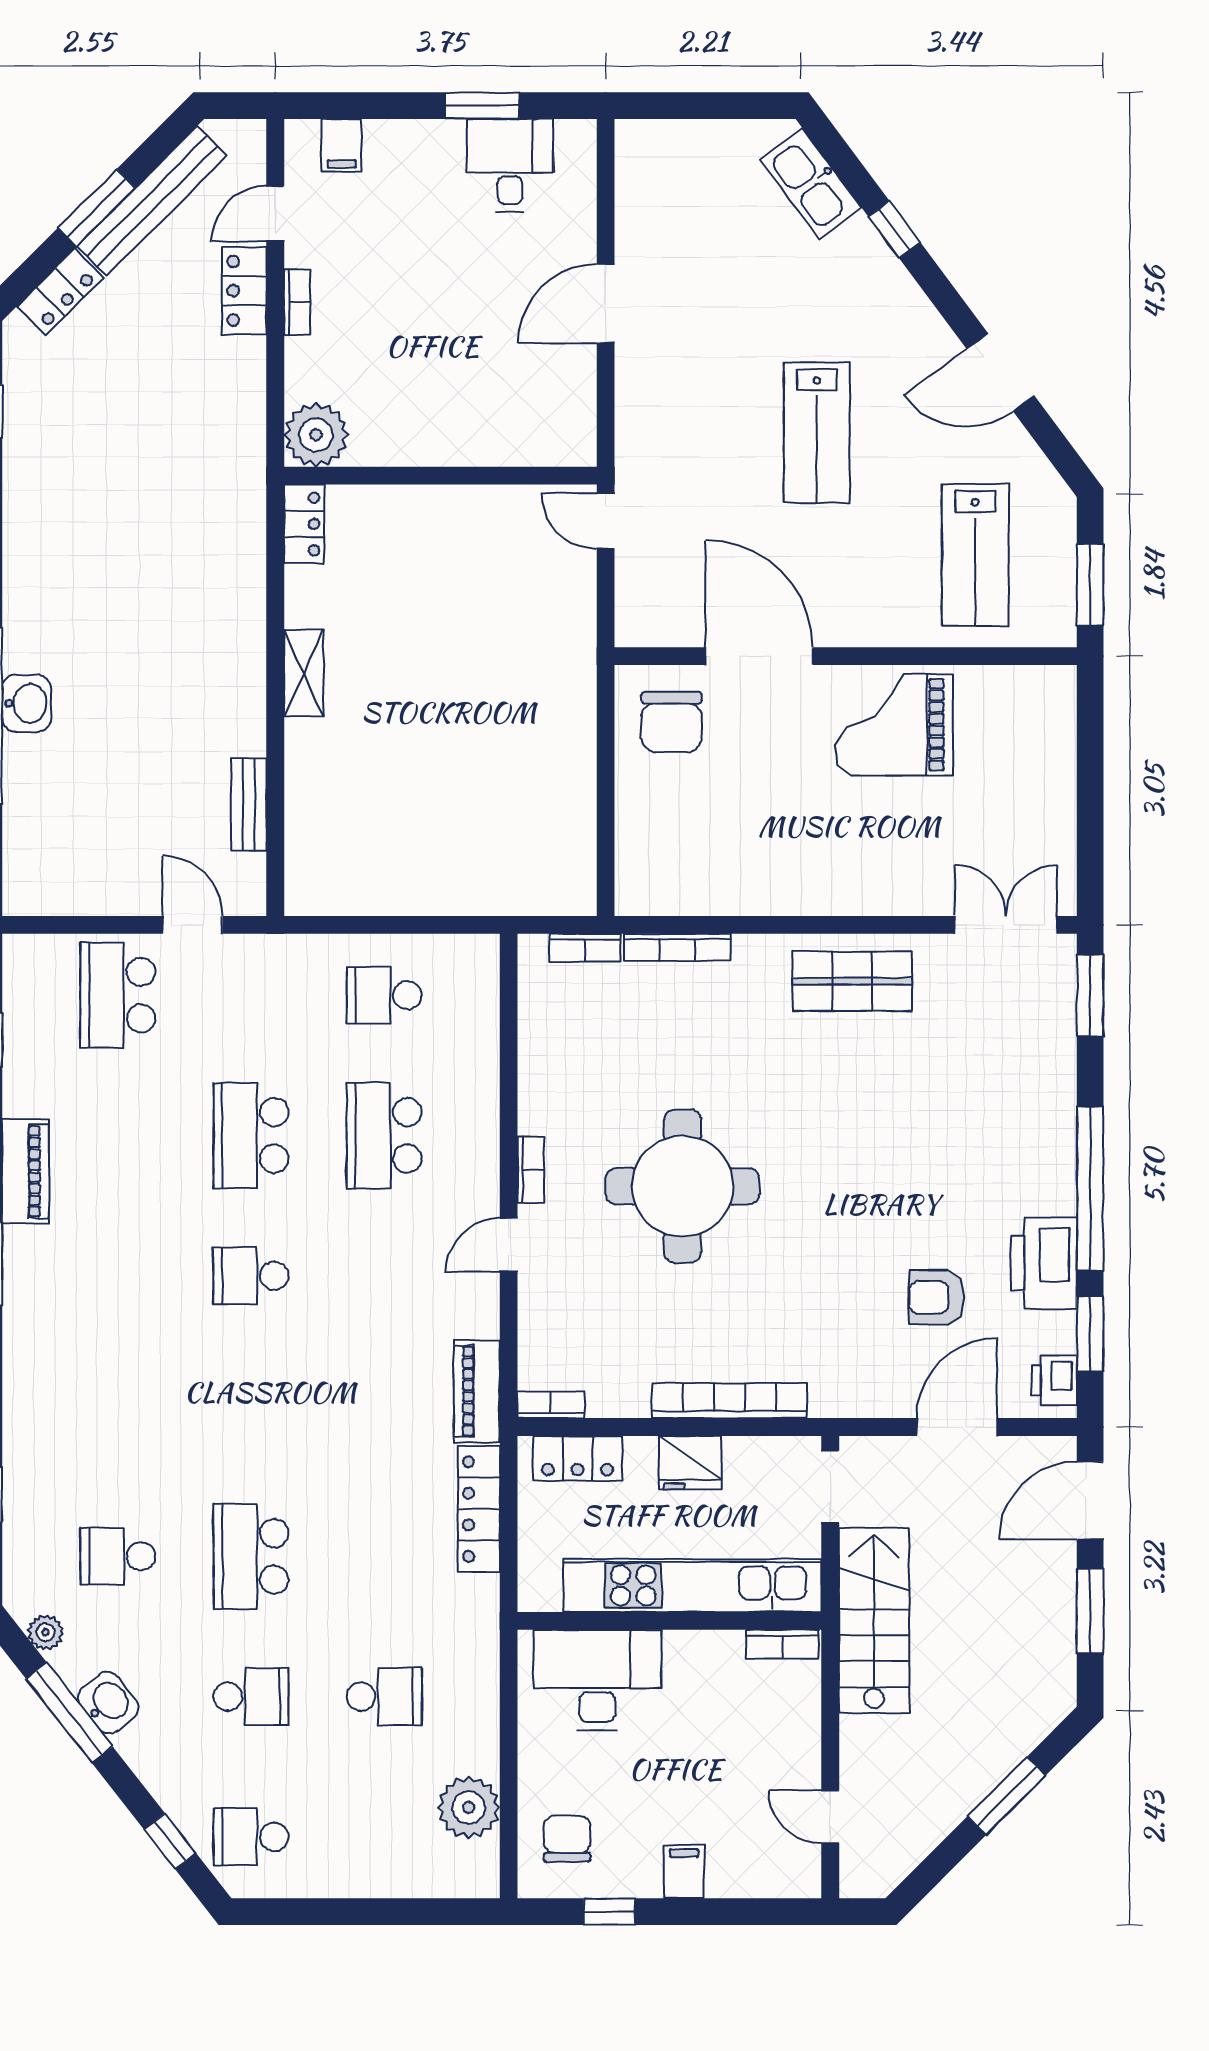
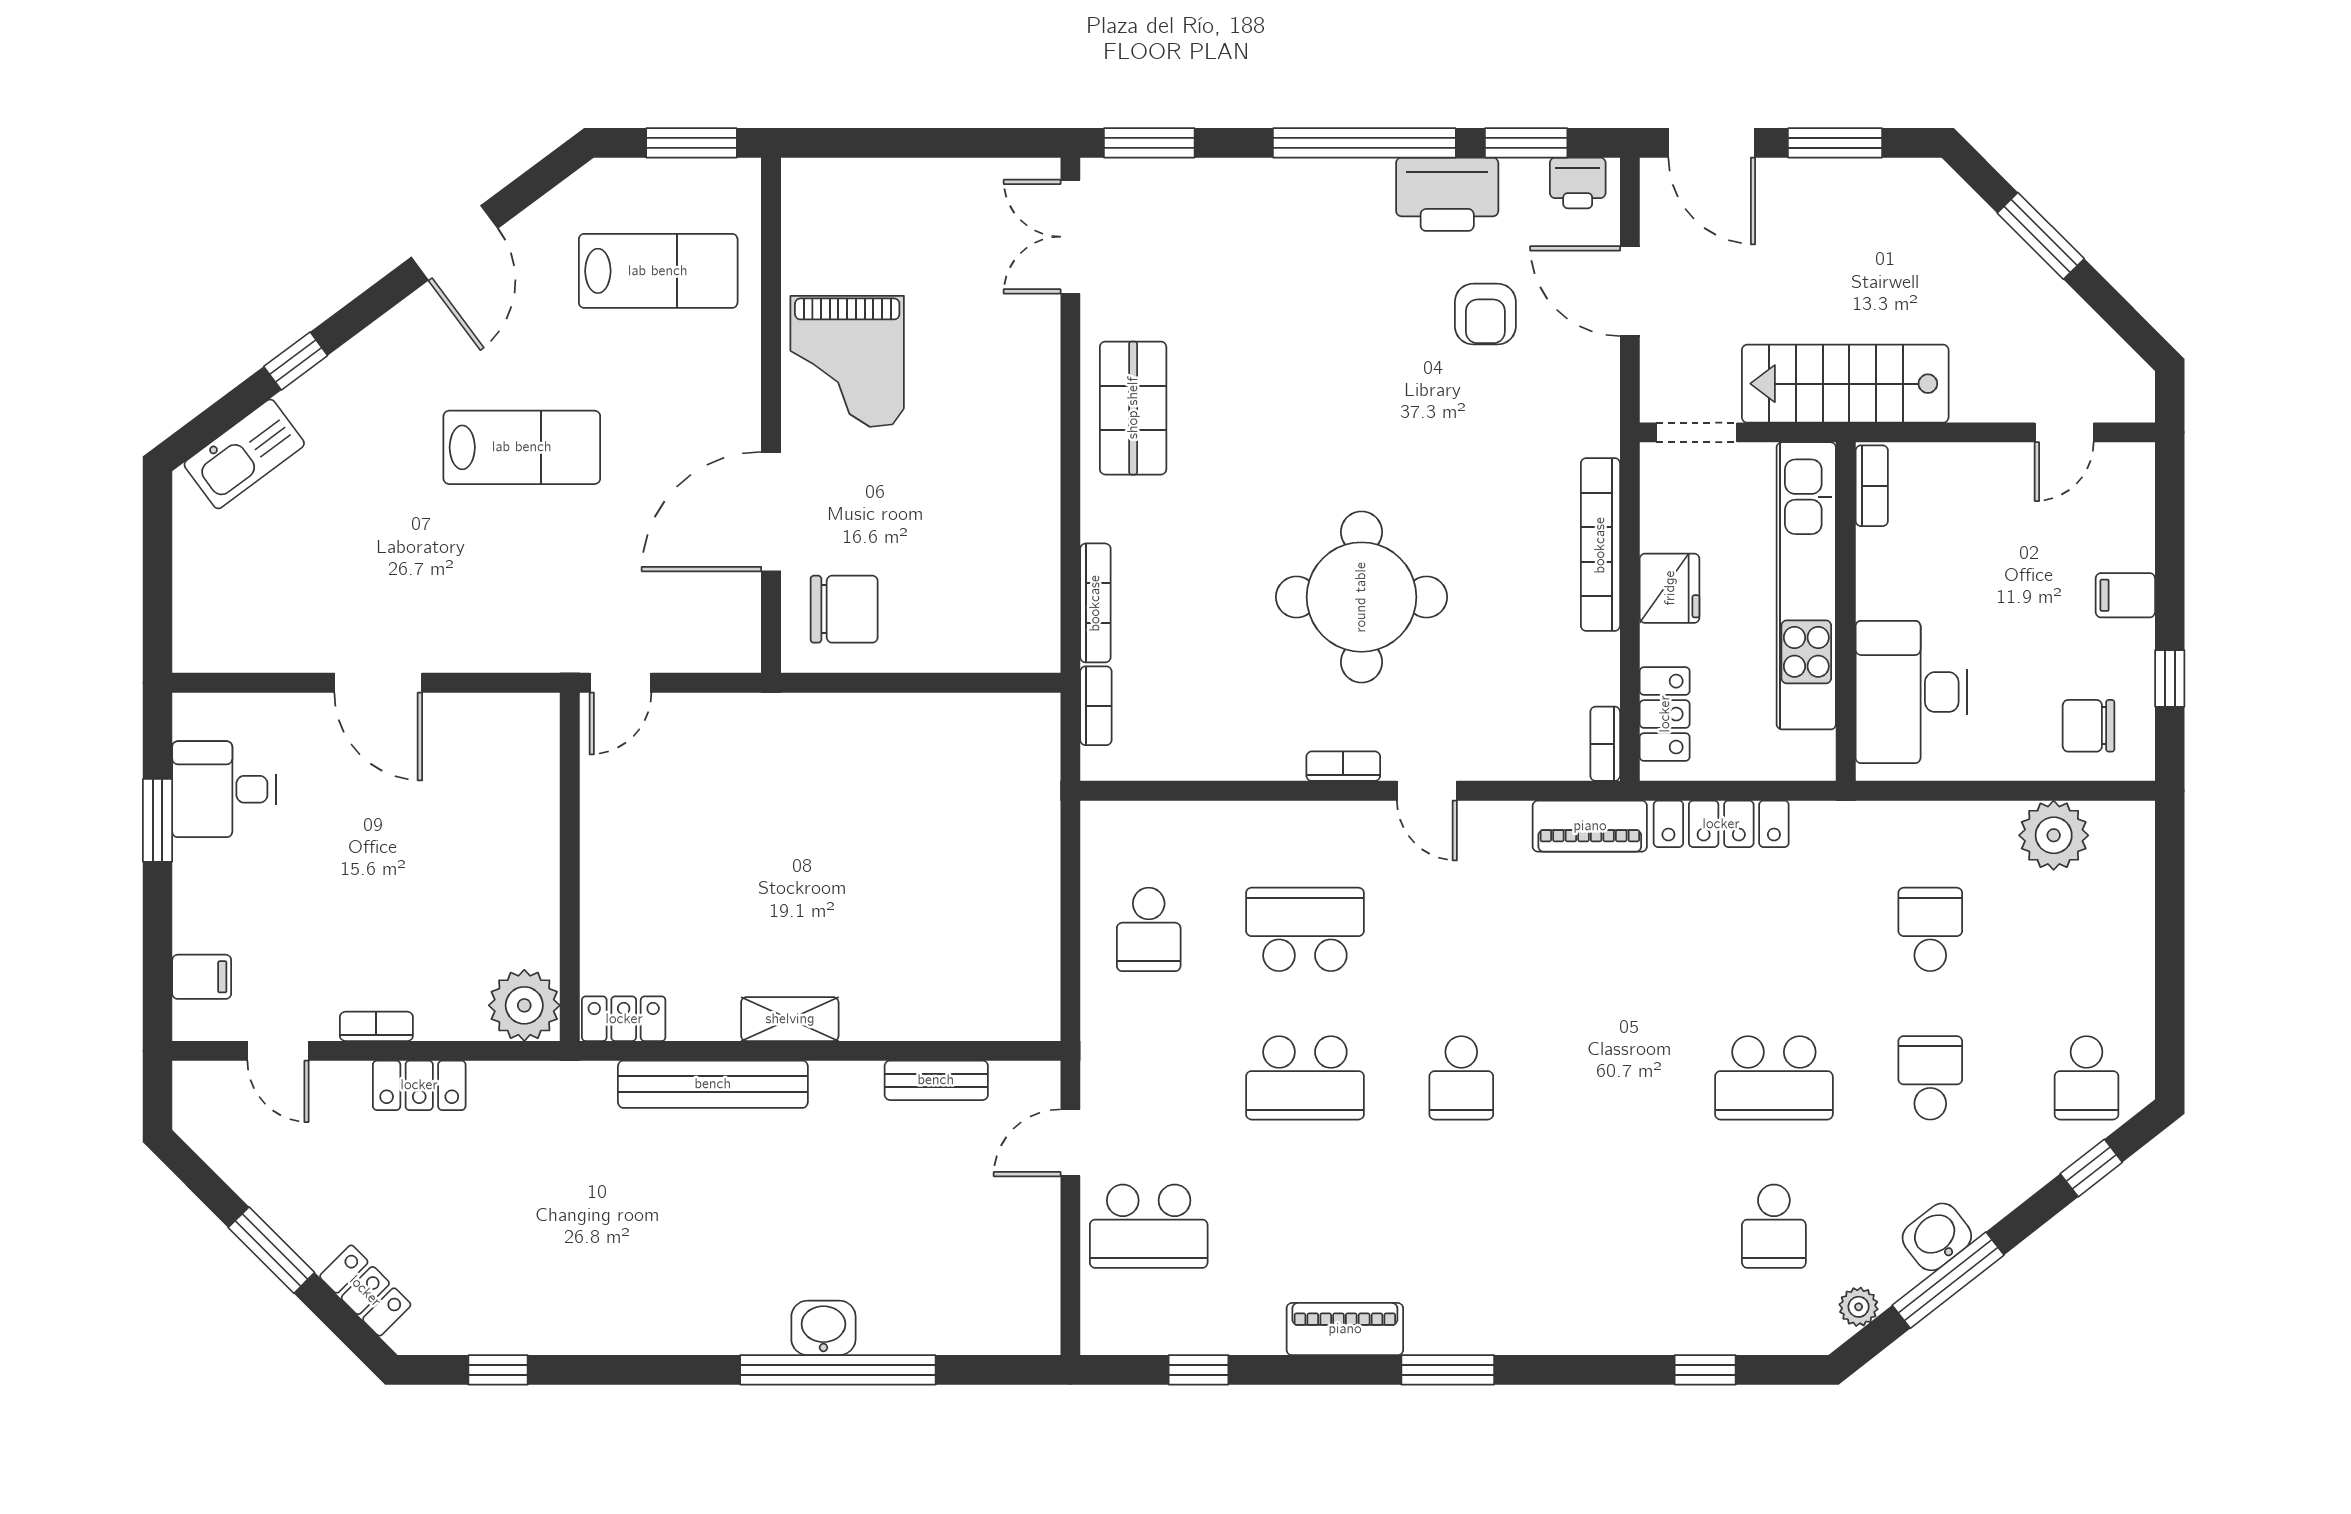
bench: (152, 201) -> (713, 1084), moved, turned -45
locker: (244, 291) -> (419, 1085), moved
school desk: (384, 1135) -> (1305, 929), turned 180

